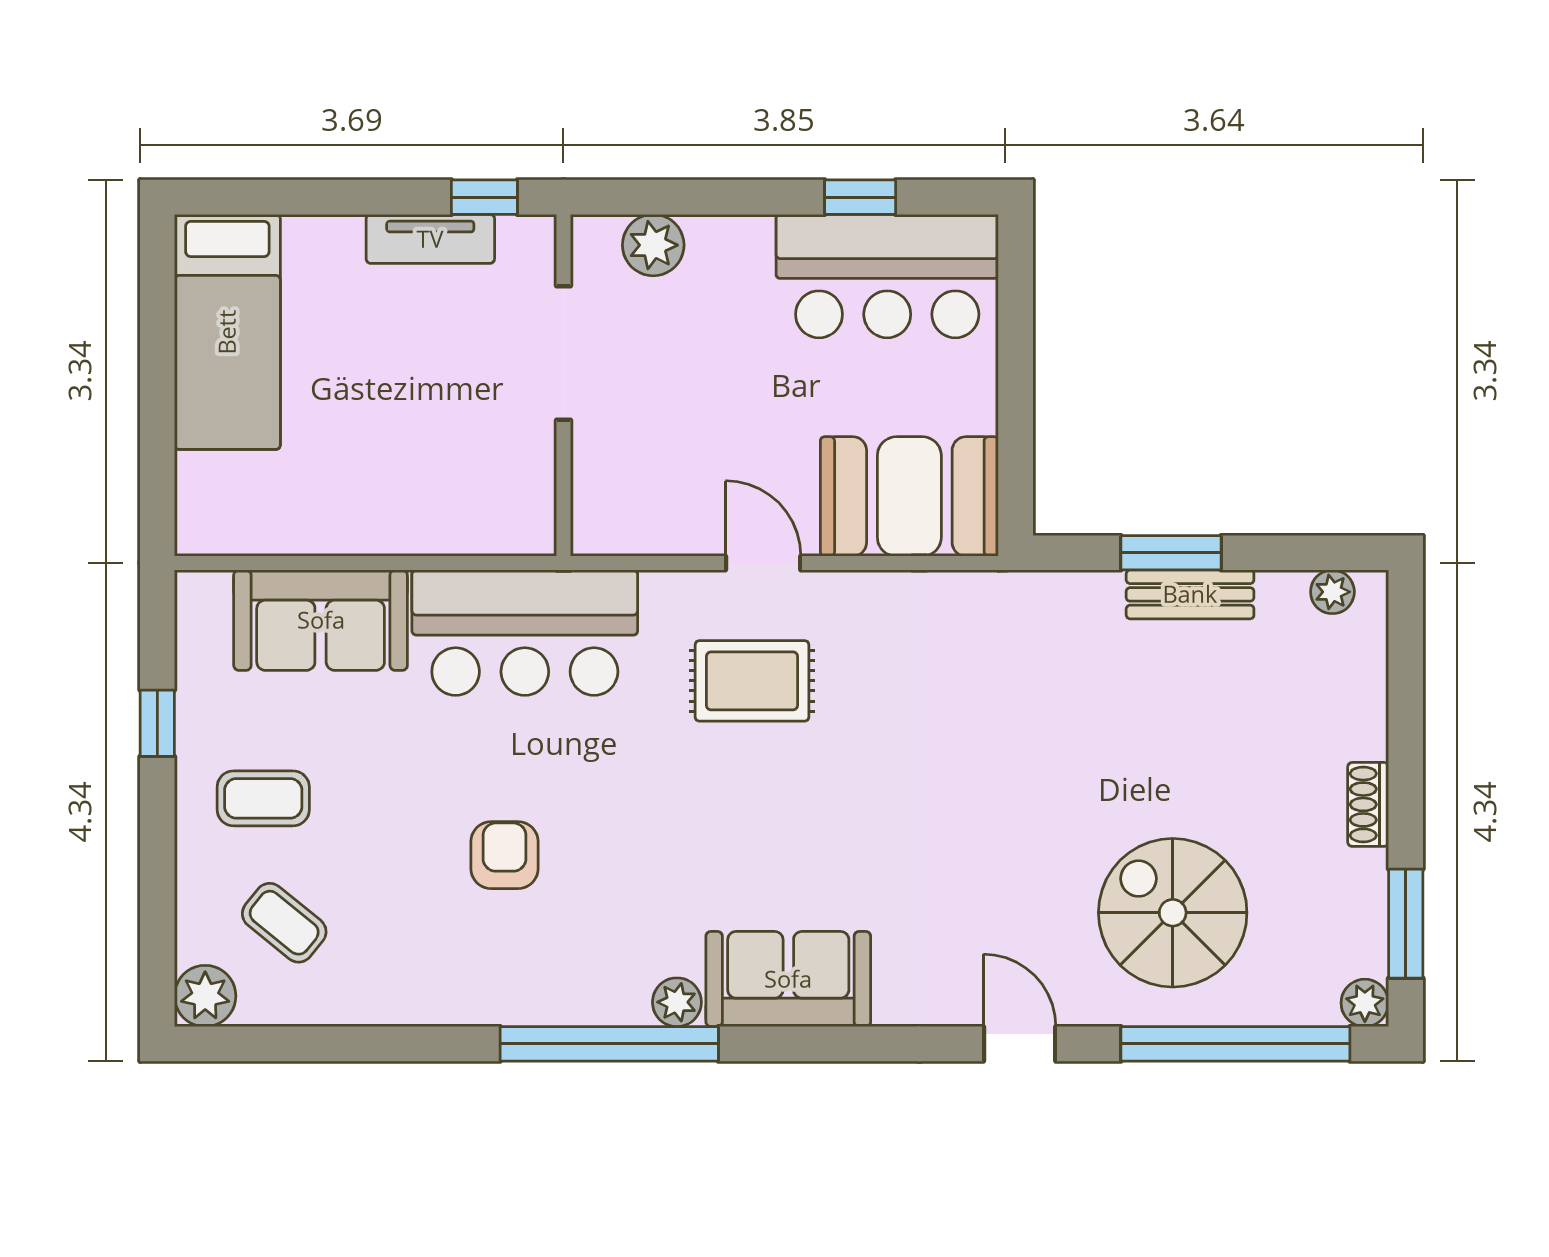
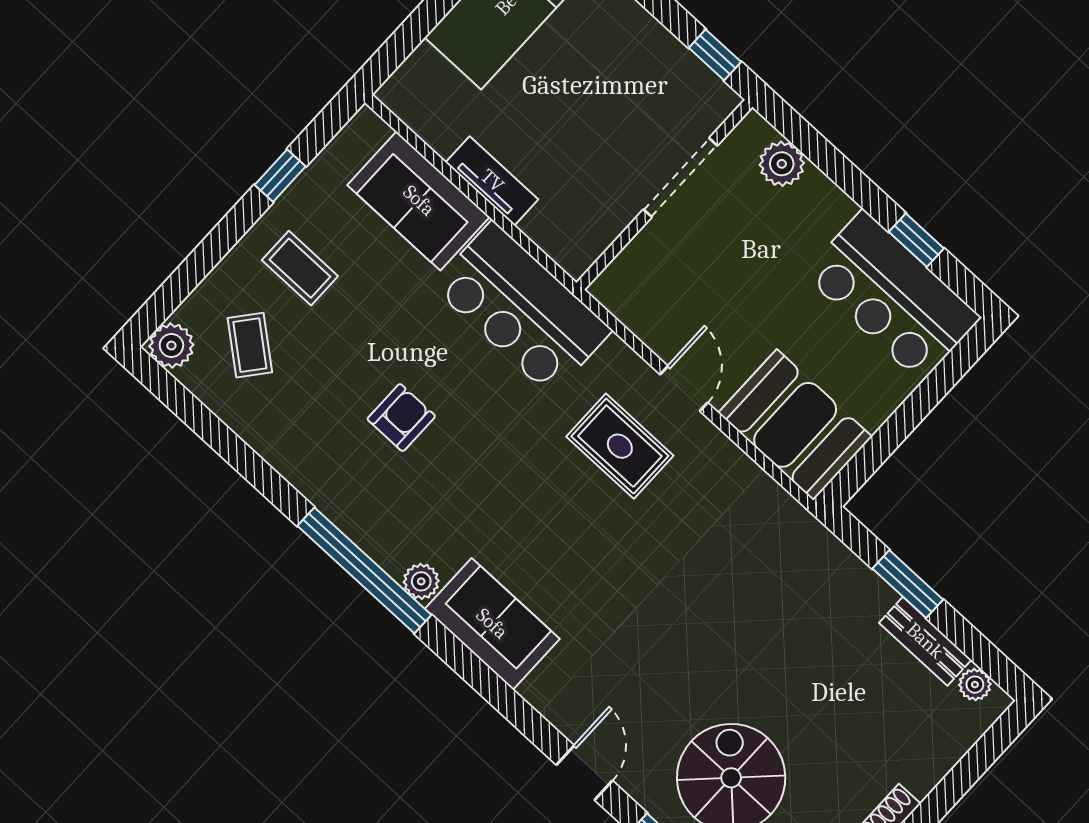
tv unit: (430, 239) -> (492, 181), moved, turned 180
bench: (1190, 594) -> (925, 641), moved

